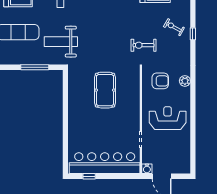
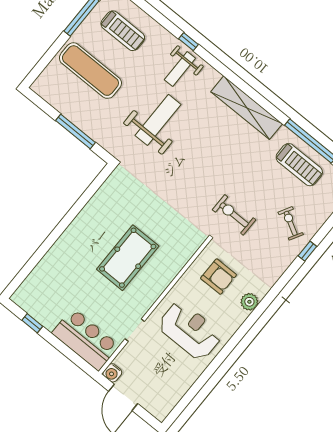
weight bench: (61, 42) -> (158, 120), moved, turned 90
pool table: (105, 90) -> (128, 258), moved
bar counter: (105, 163) -> (86, 339), width x0.54

